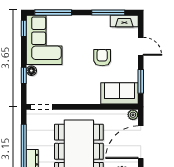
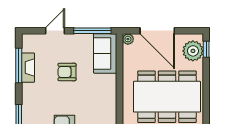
fireplace: (124, 21) -> (28, 68), moved
window: (141, 81) -> (92, 31), width x1.44

